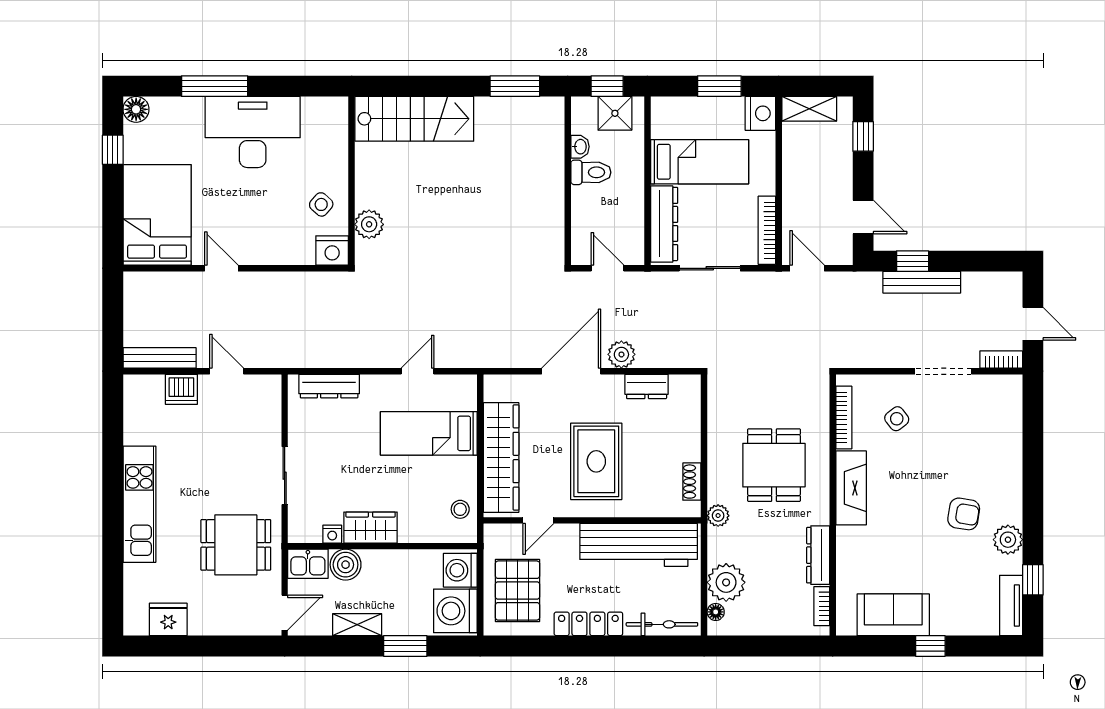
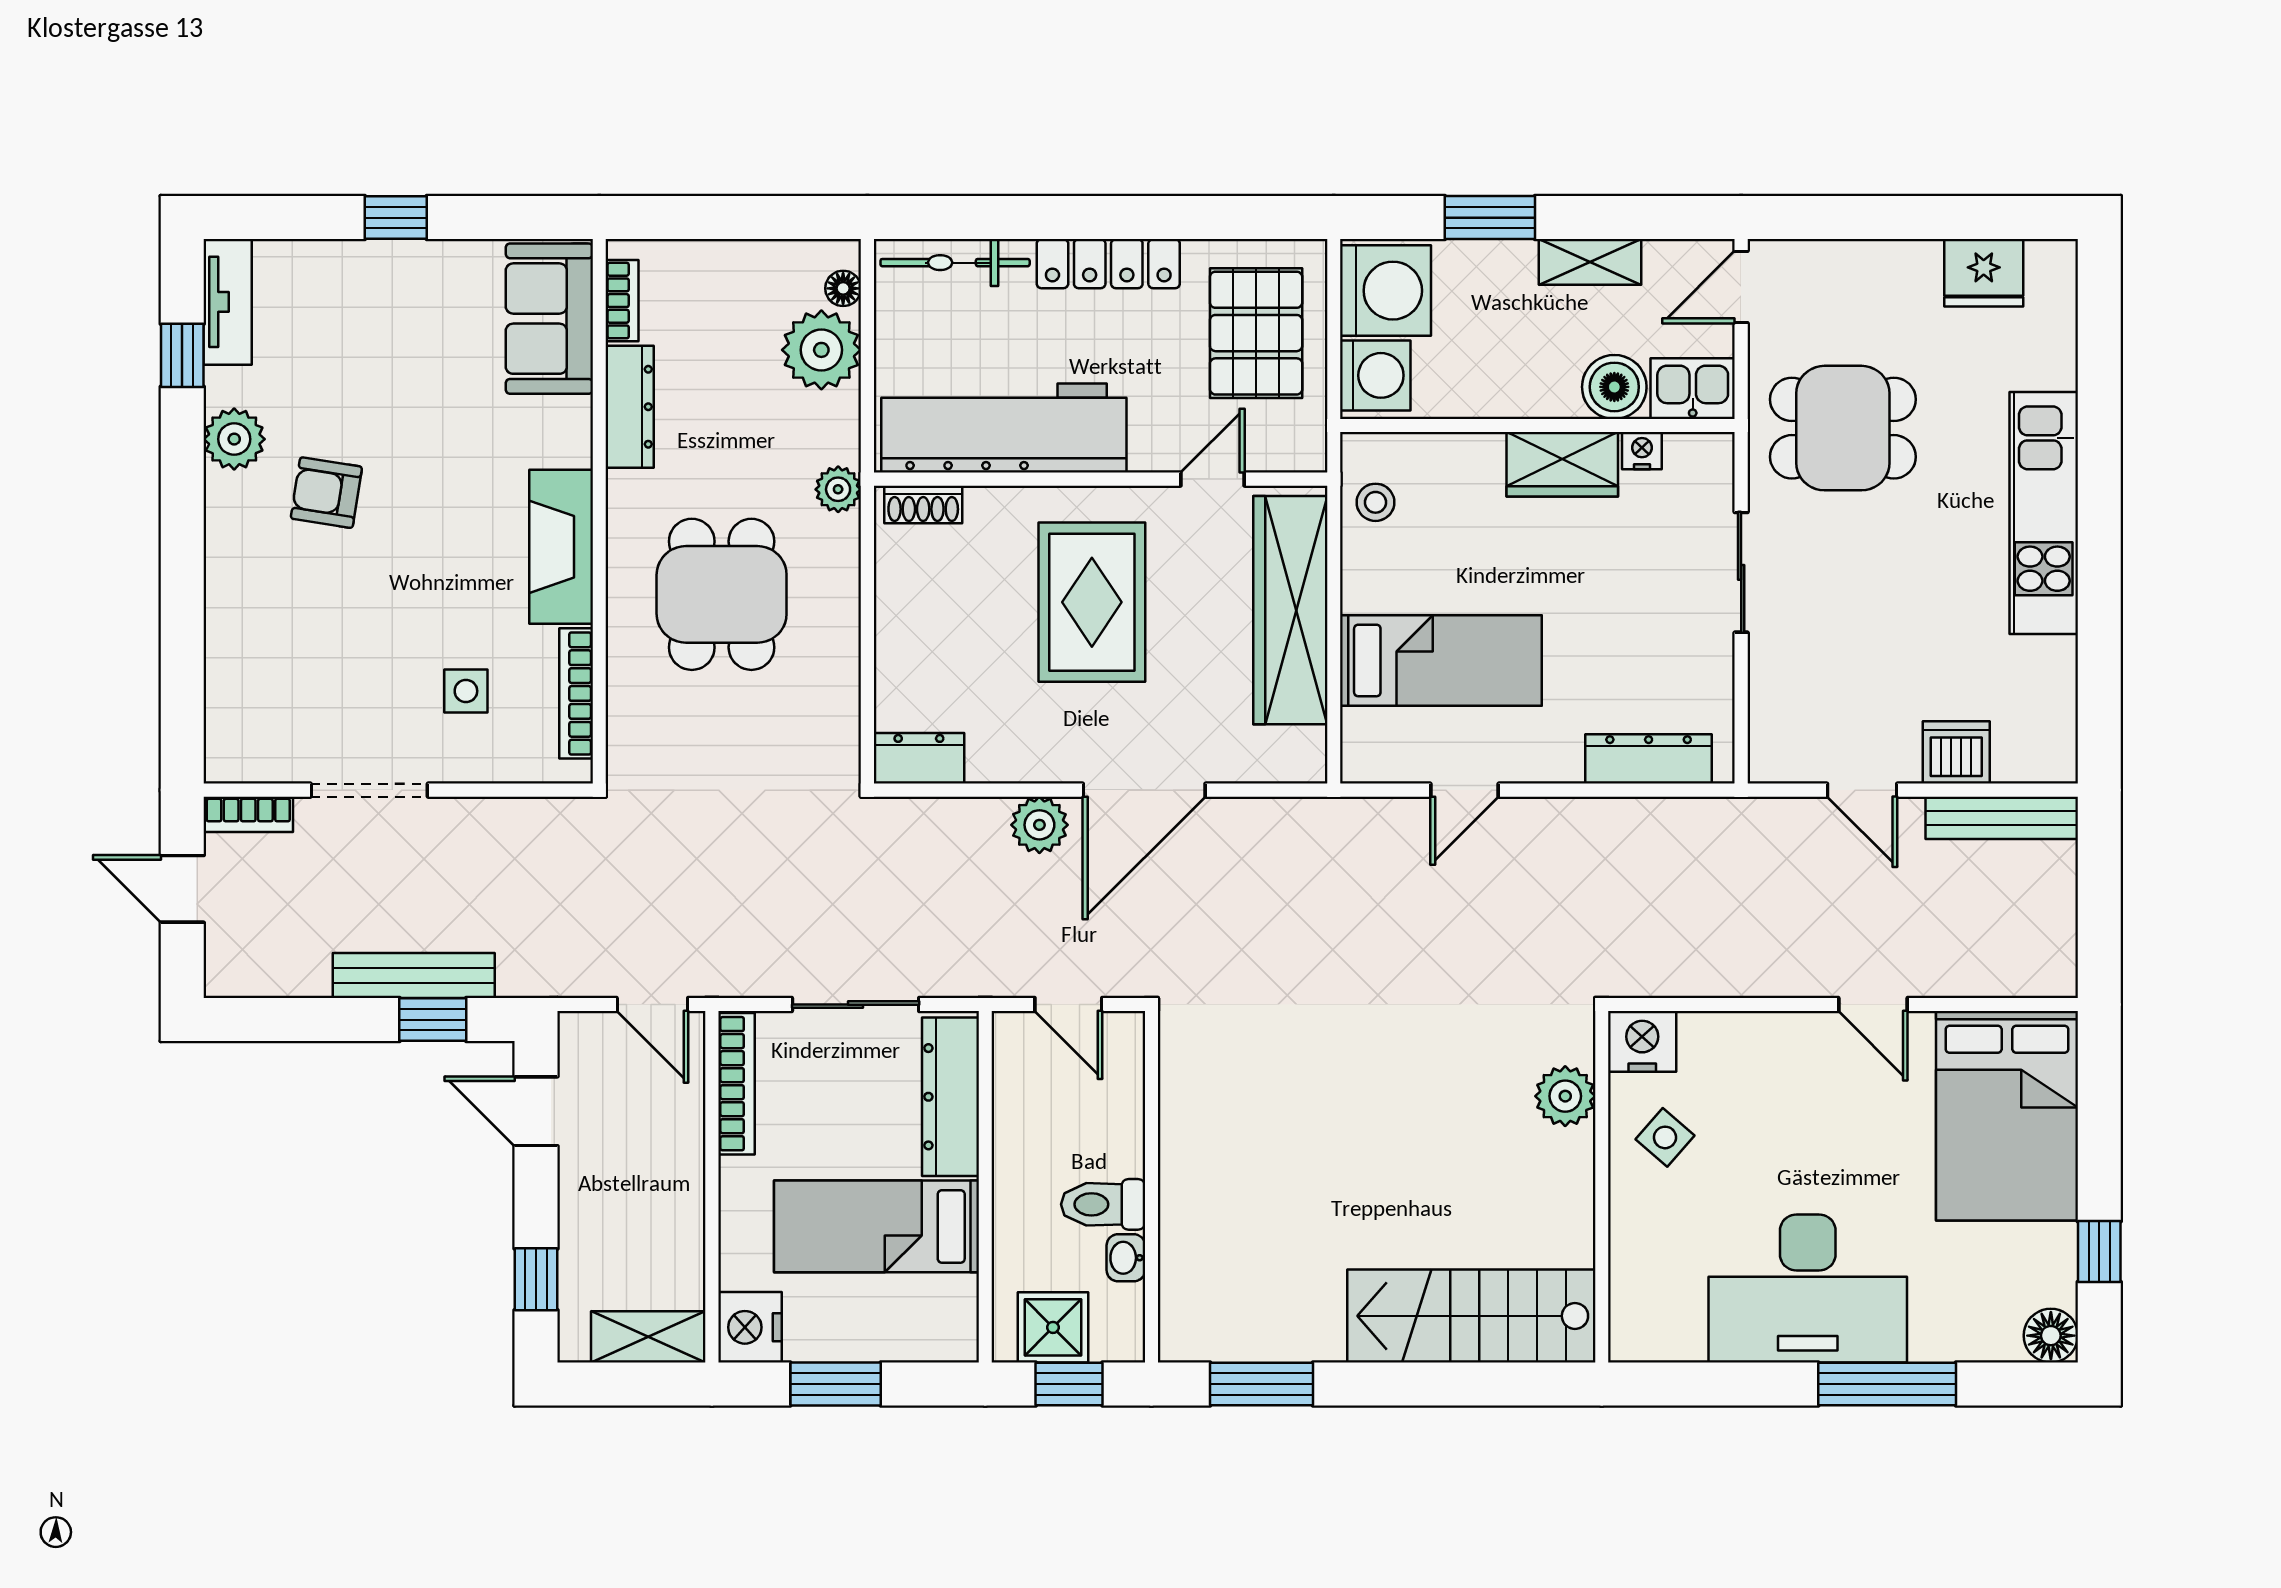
dresser: (647, 386) -> (919, 758), moved
side table: (897, 419) -> (466, 691), turned 38
shoe rack: (692, 482) -> (923, 504), moved, turned 90
sofa: (893, 615) -> (549, 319), moved, turned 90

